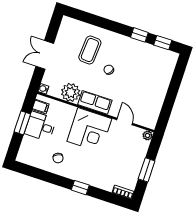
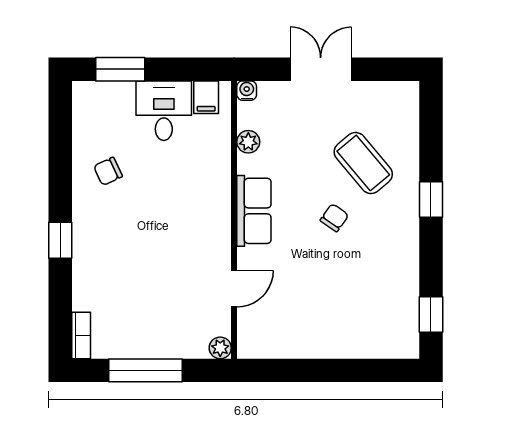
window: (139, 35) -> (431, 200), moved
coffee table: (90, 50) -> (363, 163), turned 46
plant: (71, 92) -> (248, 142), width x0.53, depth x0.53
window: (22, 123) -> (120, 69), moved
corner desk: (89, 130) -> (191, 219), removed
window: (147, 170) -> (145, 370), width x1.44

